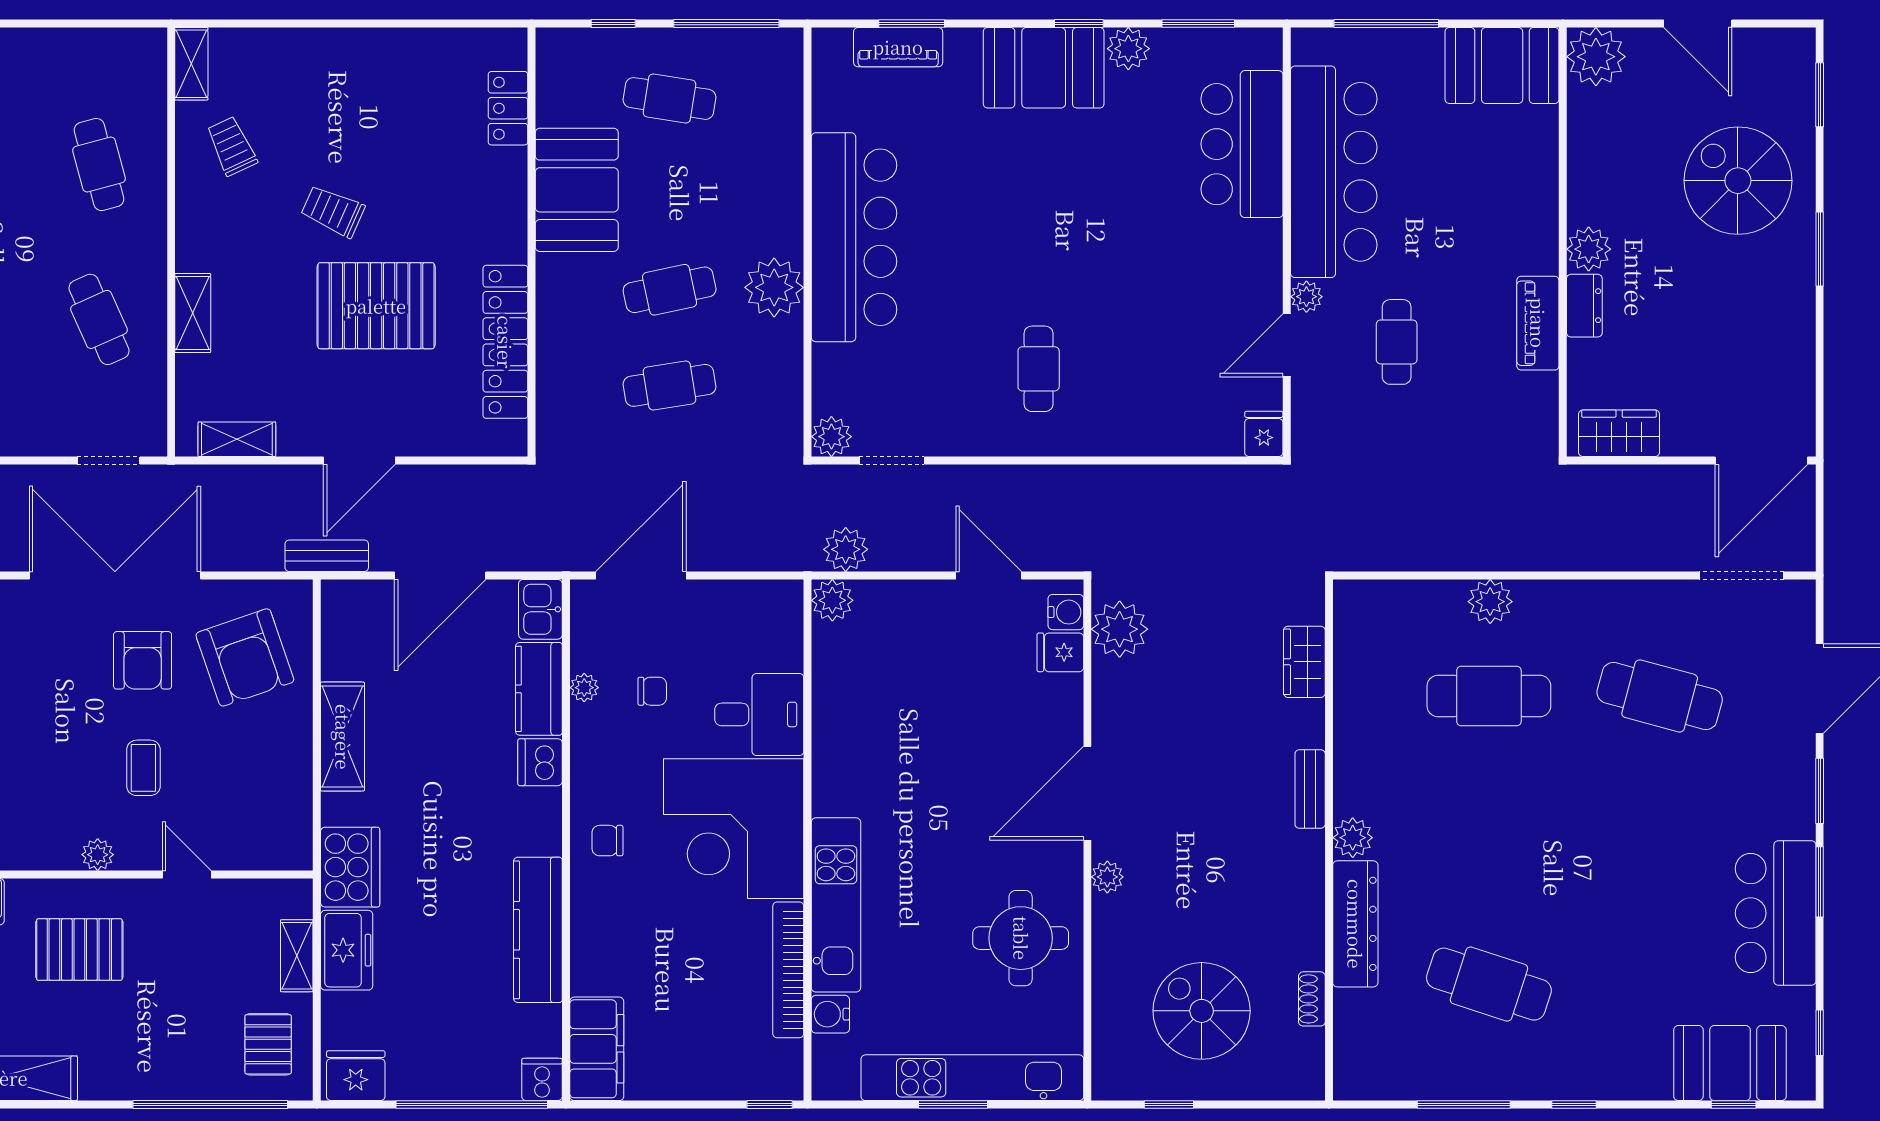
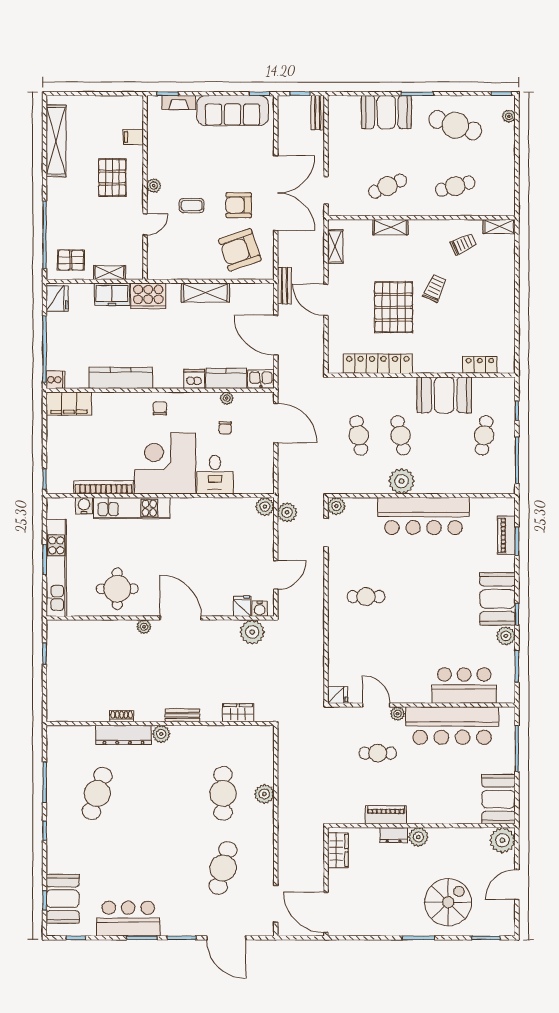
shoe rack: (1312, 999) -> (122, 716), moved
spiral stairs: (1202, 1011) -> (85, 668), removed

